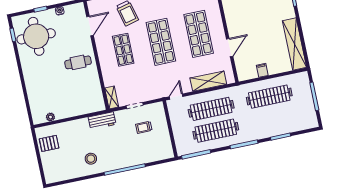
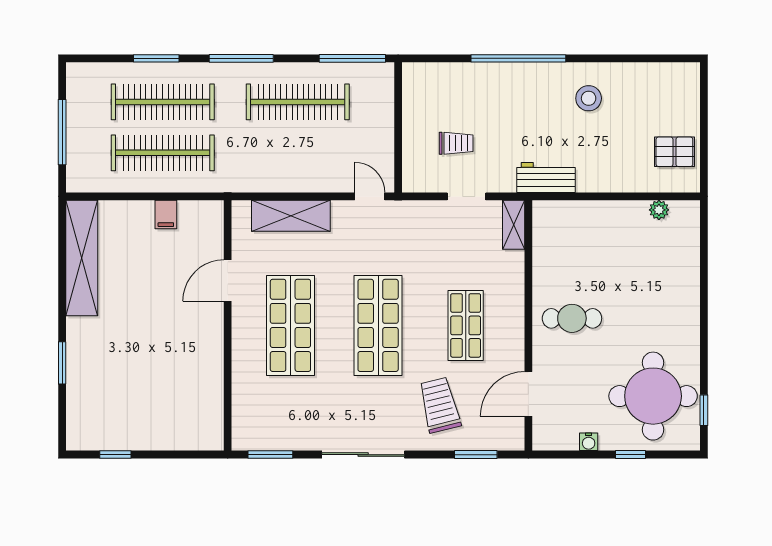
door: (176, 97) -> (370, 196), swing flipped
clothes rail: (211, 109) -> (163, 102), moved

